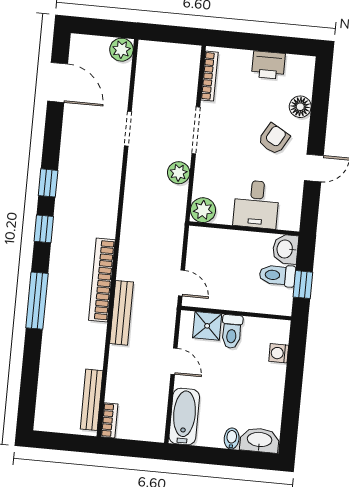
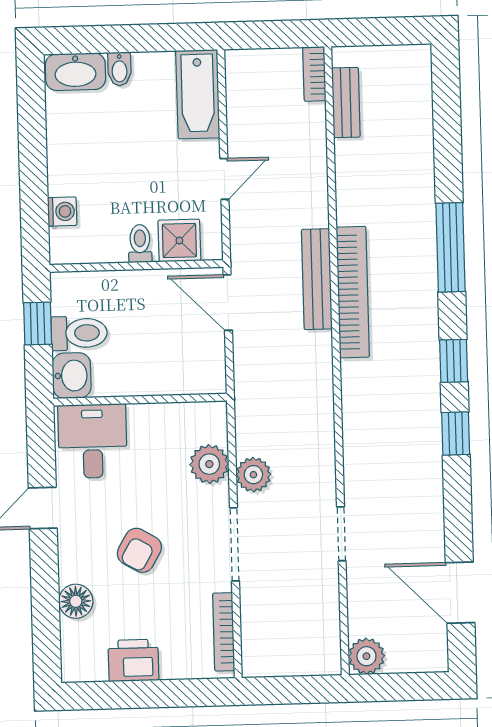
armchair: (274, 139) -> (139, 550), moved
desk: (256, 204) -> (93, 441), moved
plant: (203, 210) -> (209, 464), moved
door: (181, 283) -> (228, 303), width x1.38
bench: (121, 313) -> (317, 279), moved
toilet: (232, 332) -> (140, 244), width x0.73, depth x0.72
door: (174, 361) -> (224, 179), swing flipped
bench: (92, 400) -> (346, 103), width x0.73

